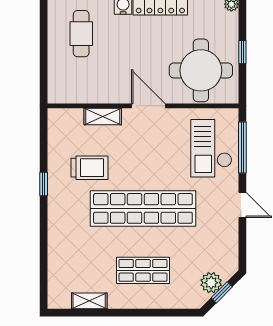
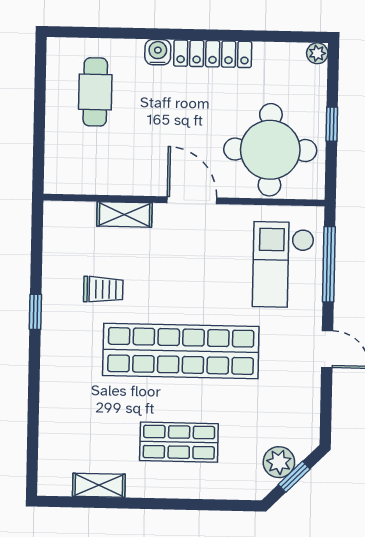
trolley: (89, 168) -> (103, 289), width x0.73, depth x0.72

